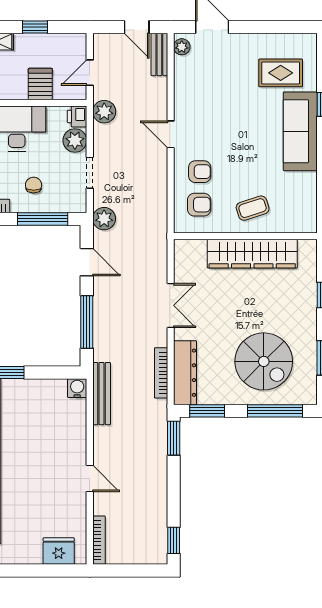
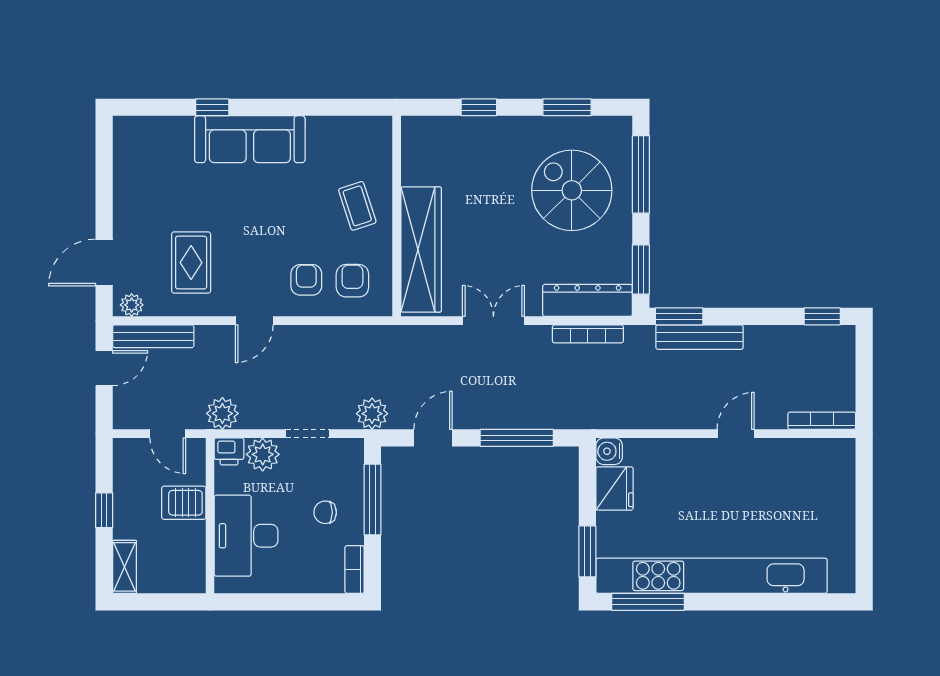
bench: (159, 54) -> (153, 336), width x1.36
rug: (281, 73) -> (191, 263), moved
wardrobe: (252, 254) -> (421, 250), moved
spiral stairs: (264, 361) -> (572, 190), turned -90
bench: (102, 394) -> (700, 337), moved
fridge: (59, 551) -> (614, 488), moved, turned 180

